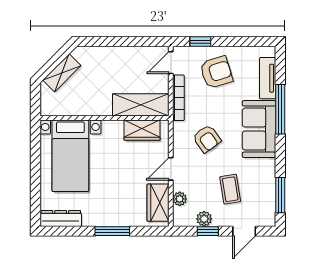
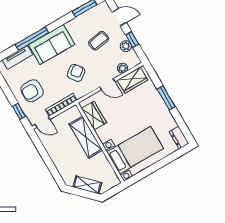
armchair: (216, 72) -> (32, 91), turned -73
shelving: (141, 105) -> (86, 137), moved
dresser: (61, 218) -> (179, 138), width x0.70

